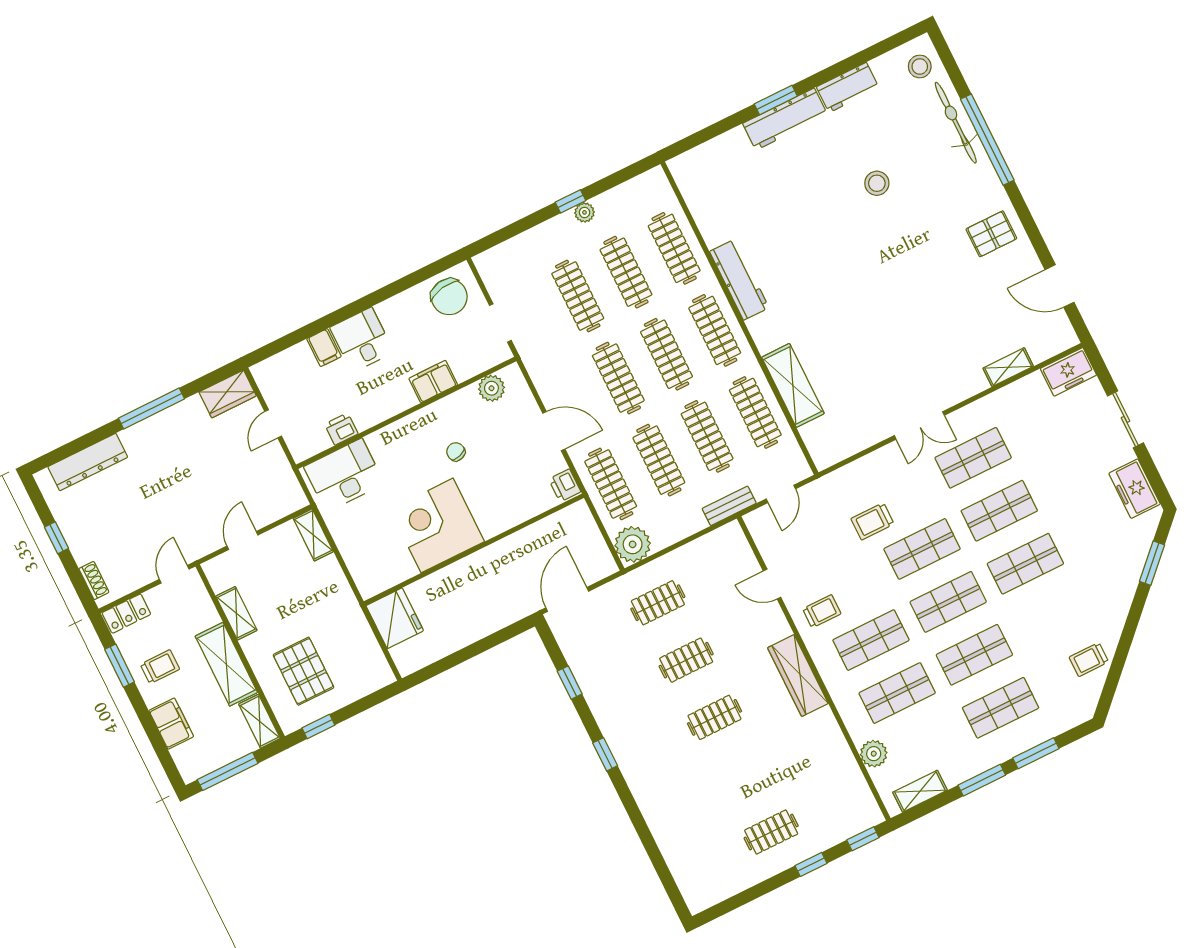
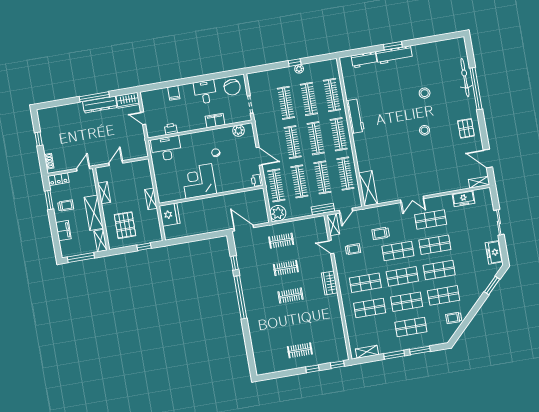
stool: (920, 66) -> (425, 130), moved
workbench: (848, 87) -> (364, 60), moved
pallet: (991, 234) -> (466, 128), turned 90
desk: (362, 340) -> (205, 92), moved
shelving: (1008, 367) -> (479, 182), moved
freezer: (1068, 372) -> (463, 198), moved
shelving: (793, 385) -> (368, 188), moved
door: (273, 424) -> (143, 118), hinge flipped
dresser: (88, 462) -> (100, 105), moved
shelving: (762, 533) -> (333, 225), added
shelving: (313, 535) -> (151, 199), moved
door: (567, 599) -> (244, 228), hinge flipped
trolley: (822, 611) -> (353, 249), moved
shop shelf: (1052, 617) -> (444, 295), added
wardrobe: (798, 676) -> (330, 283), width x0.67
window: (318, 727) -> (144, 247), moved
window: (605, 754) -> (240, 297), width x3.17
plant: (874, 754) -> (352, 330), removed

